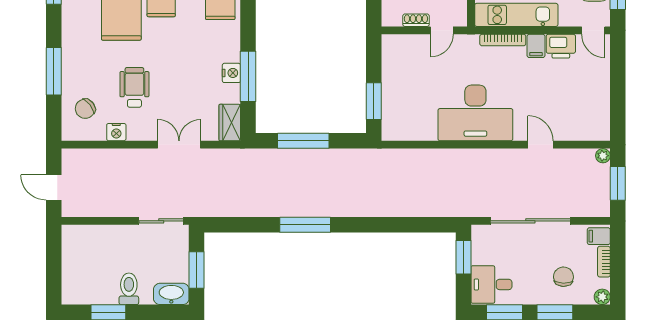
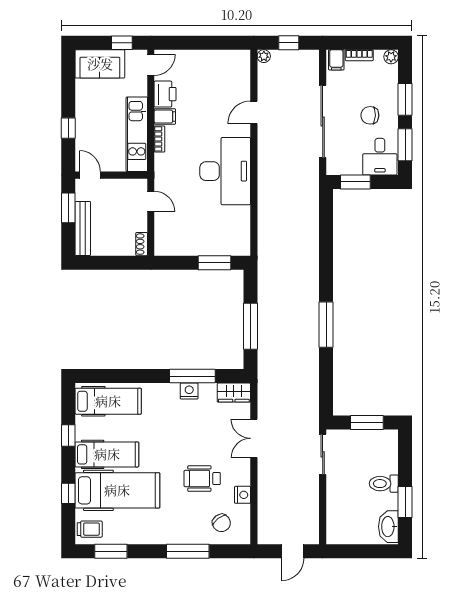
shoe rack: (416, 20) -> (142, 244), moved
bookcase: (503, 40) -> (159, 139), width x0.64
window: (618, 183) -> (289, 43), width x0.67
chair: (563, 277) -> (370, 115), moved
washbasin: (171, 294) -> (388, 527), moved

